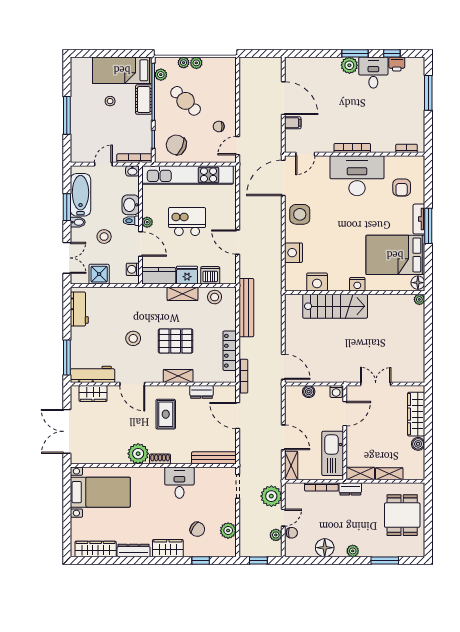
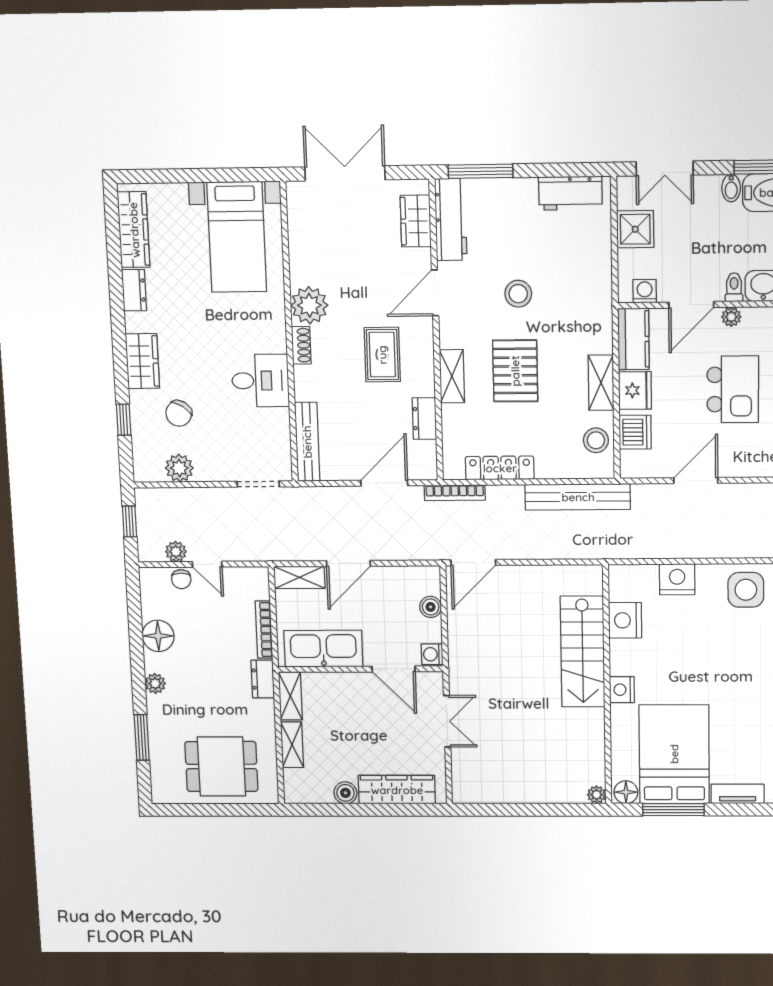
window: (428, 226) -> (673, 810), moved
stool: (104, 237) -> (705, 238), removed
rug: (166, 414) -> (382, 355), turned 90
plant: (271, 496) -> (244, 543), removed
dresser: (134, 551) -> (134, 290), width x0.70

